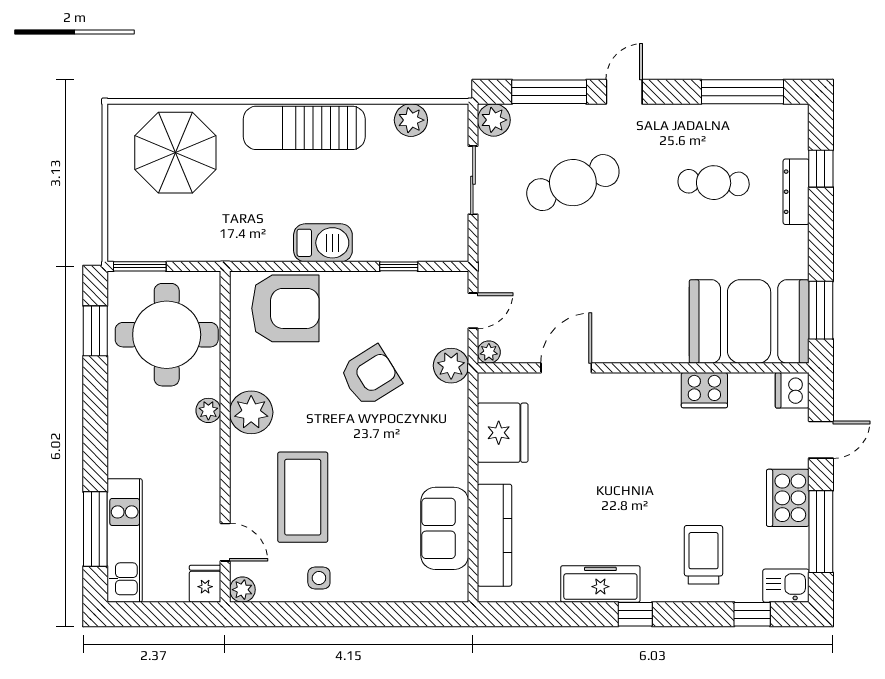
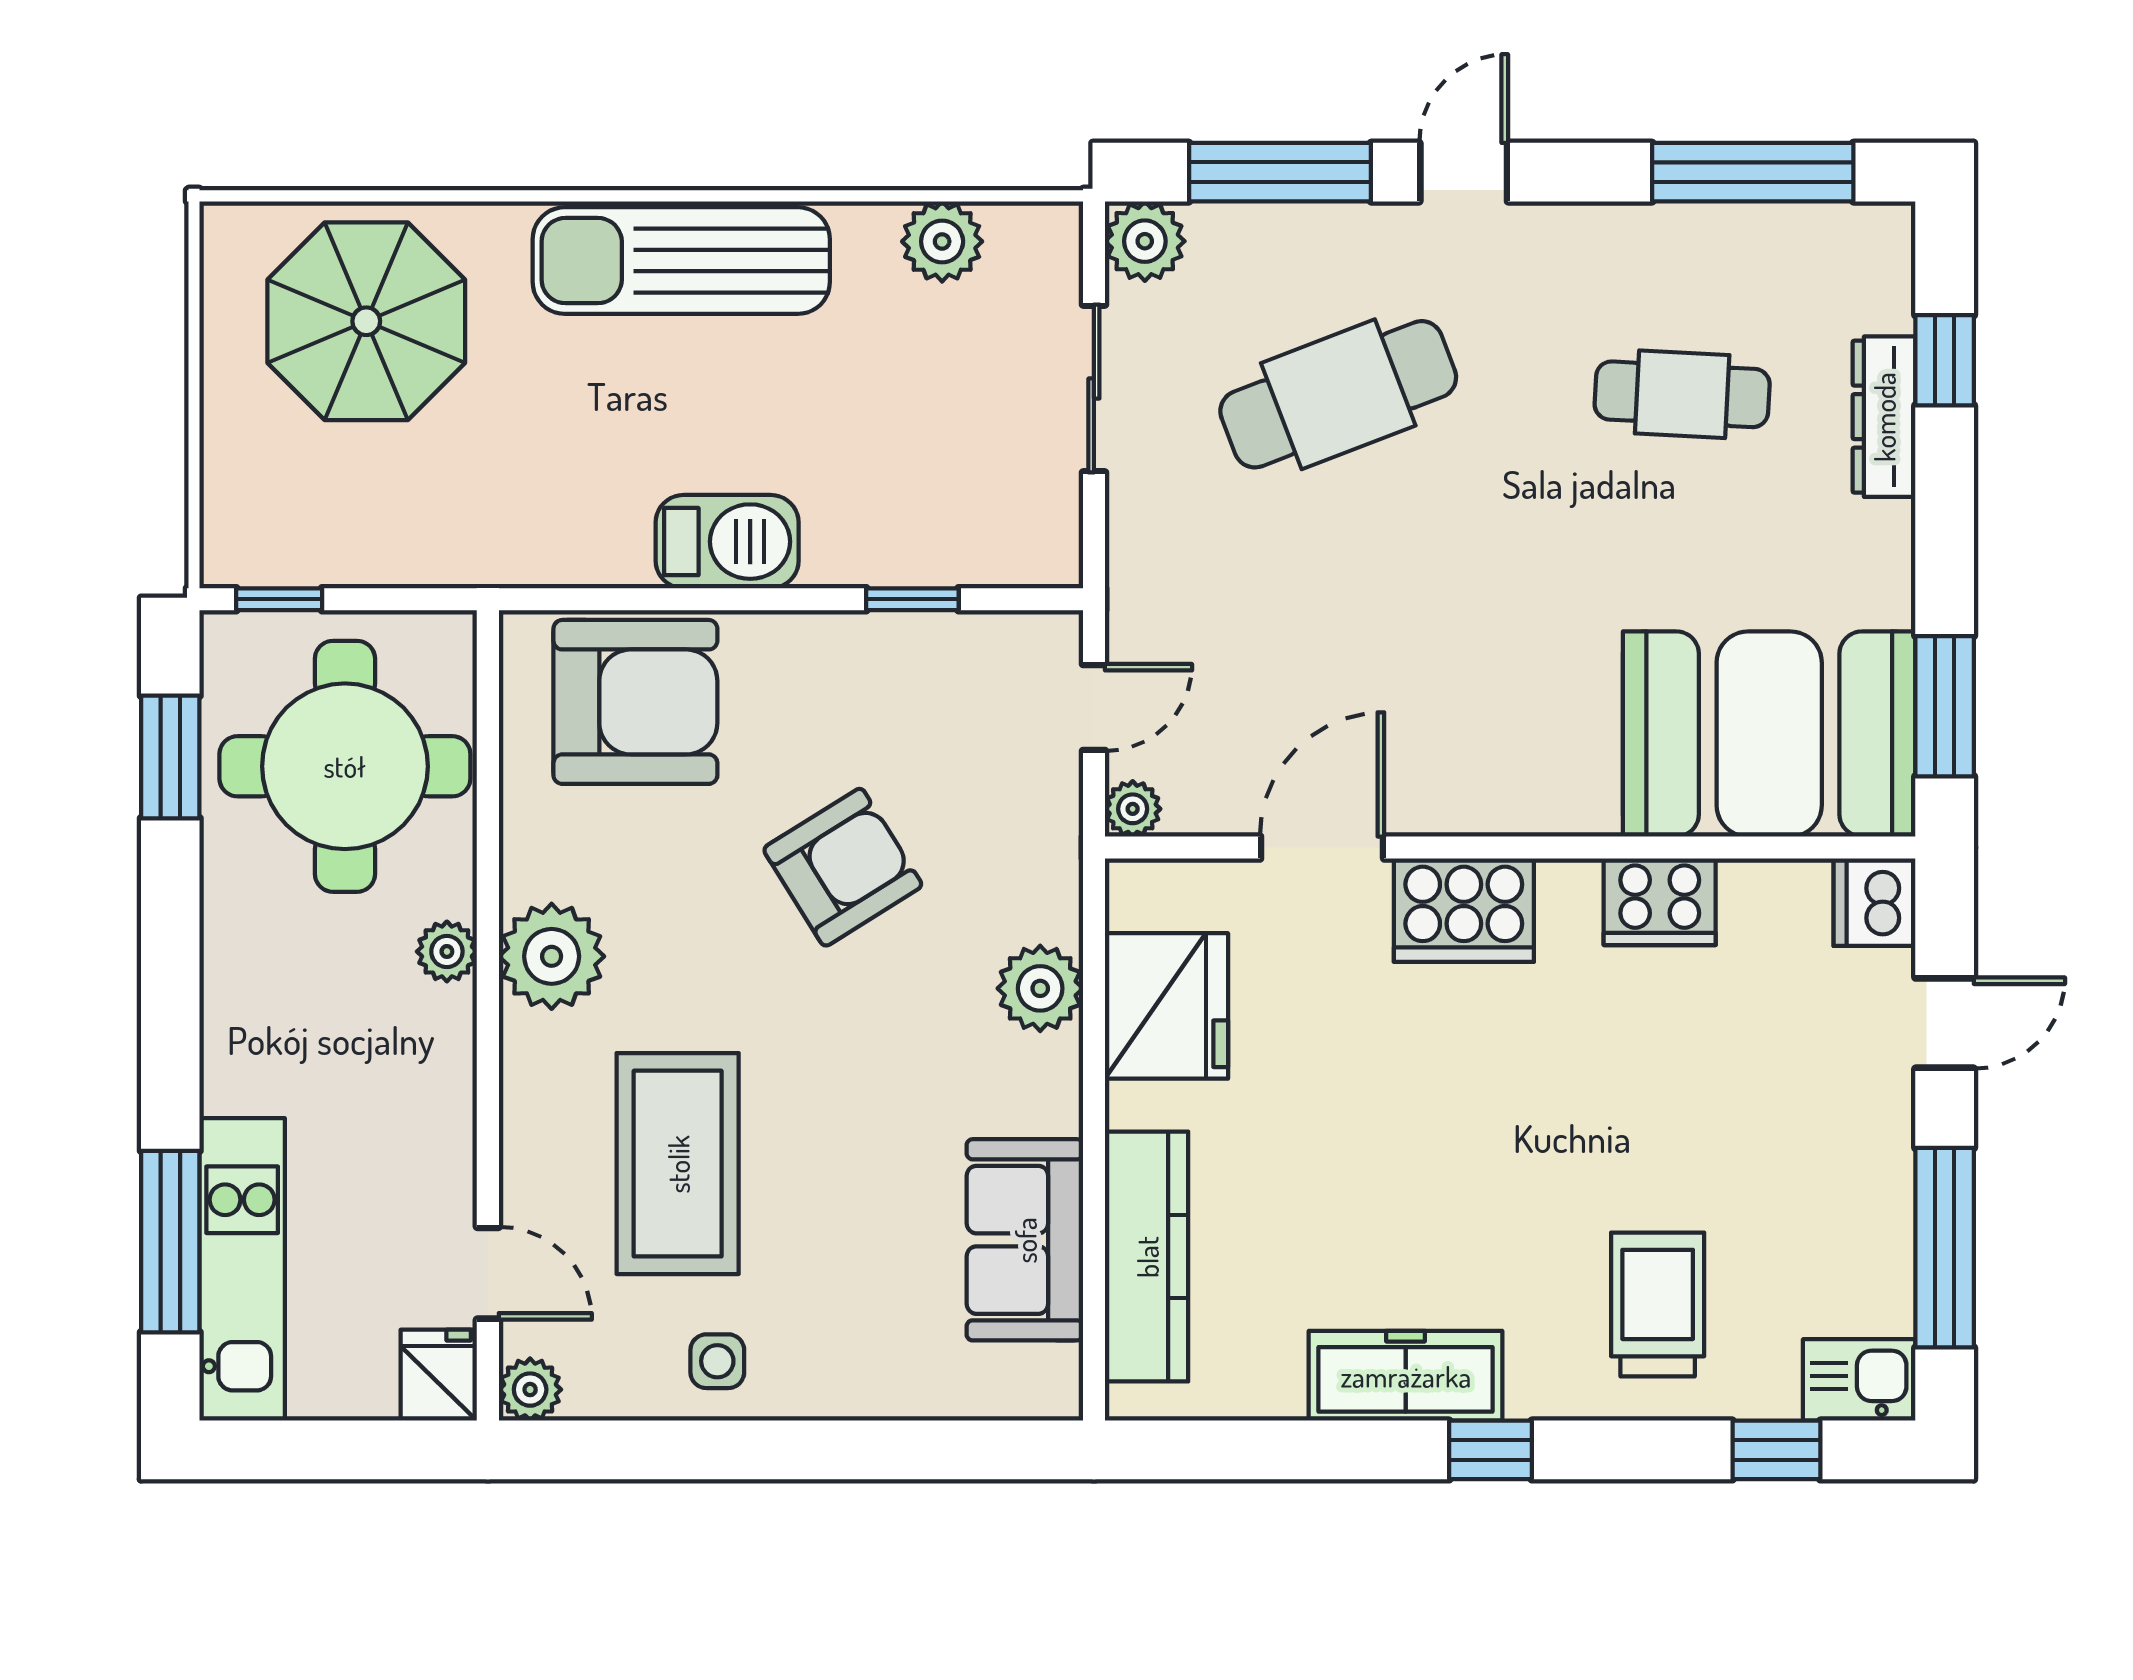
window: (140, 266) -> (279, 599), width x0.67
plant: (451, 366) -> (1040, 988), moved
cooker: (788, 498) -> (1464, 910), moved, turned -90

